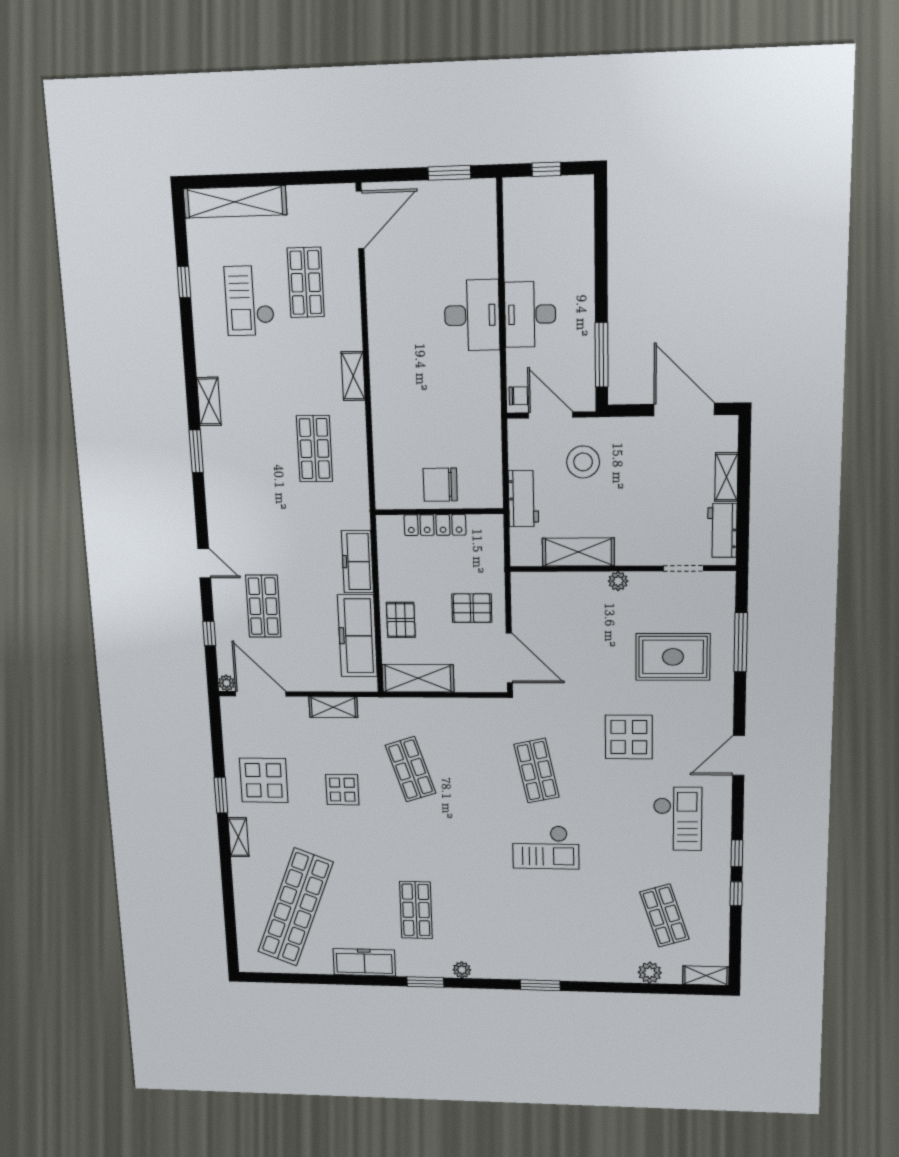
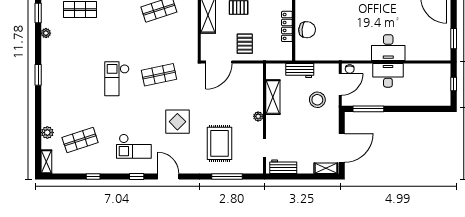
shelving: (726, 477) -> (326, 168), moved
chair: (440, 485) -> (307, 30), turned 95
window: (737, 853) -> (137, 176), moved

